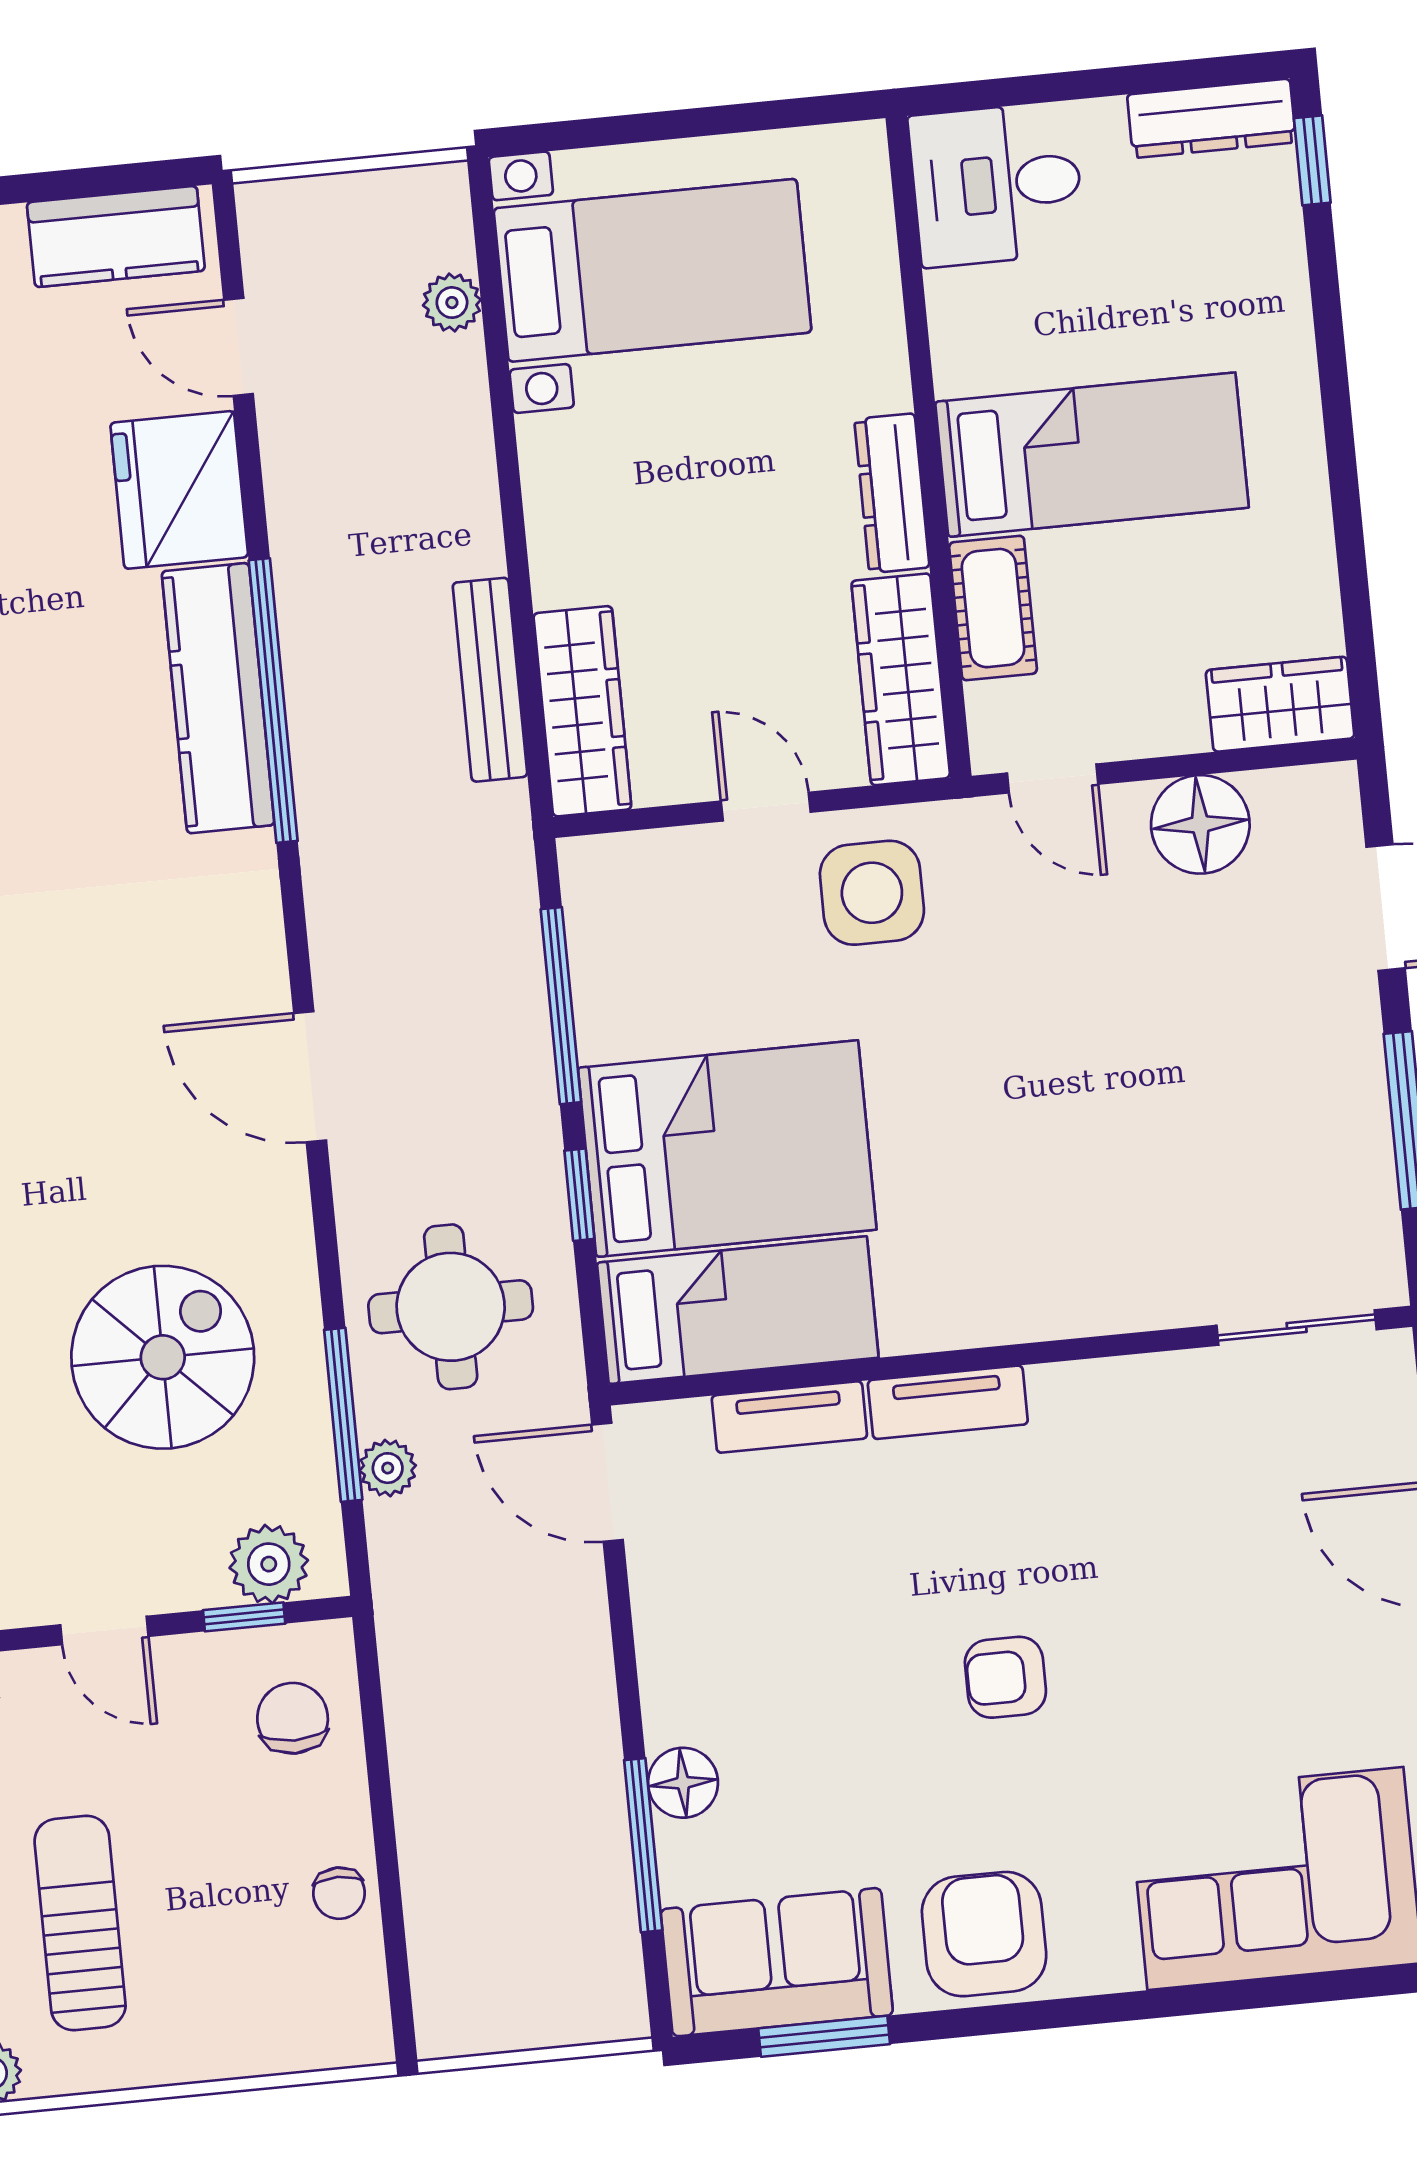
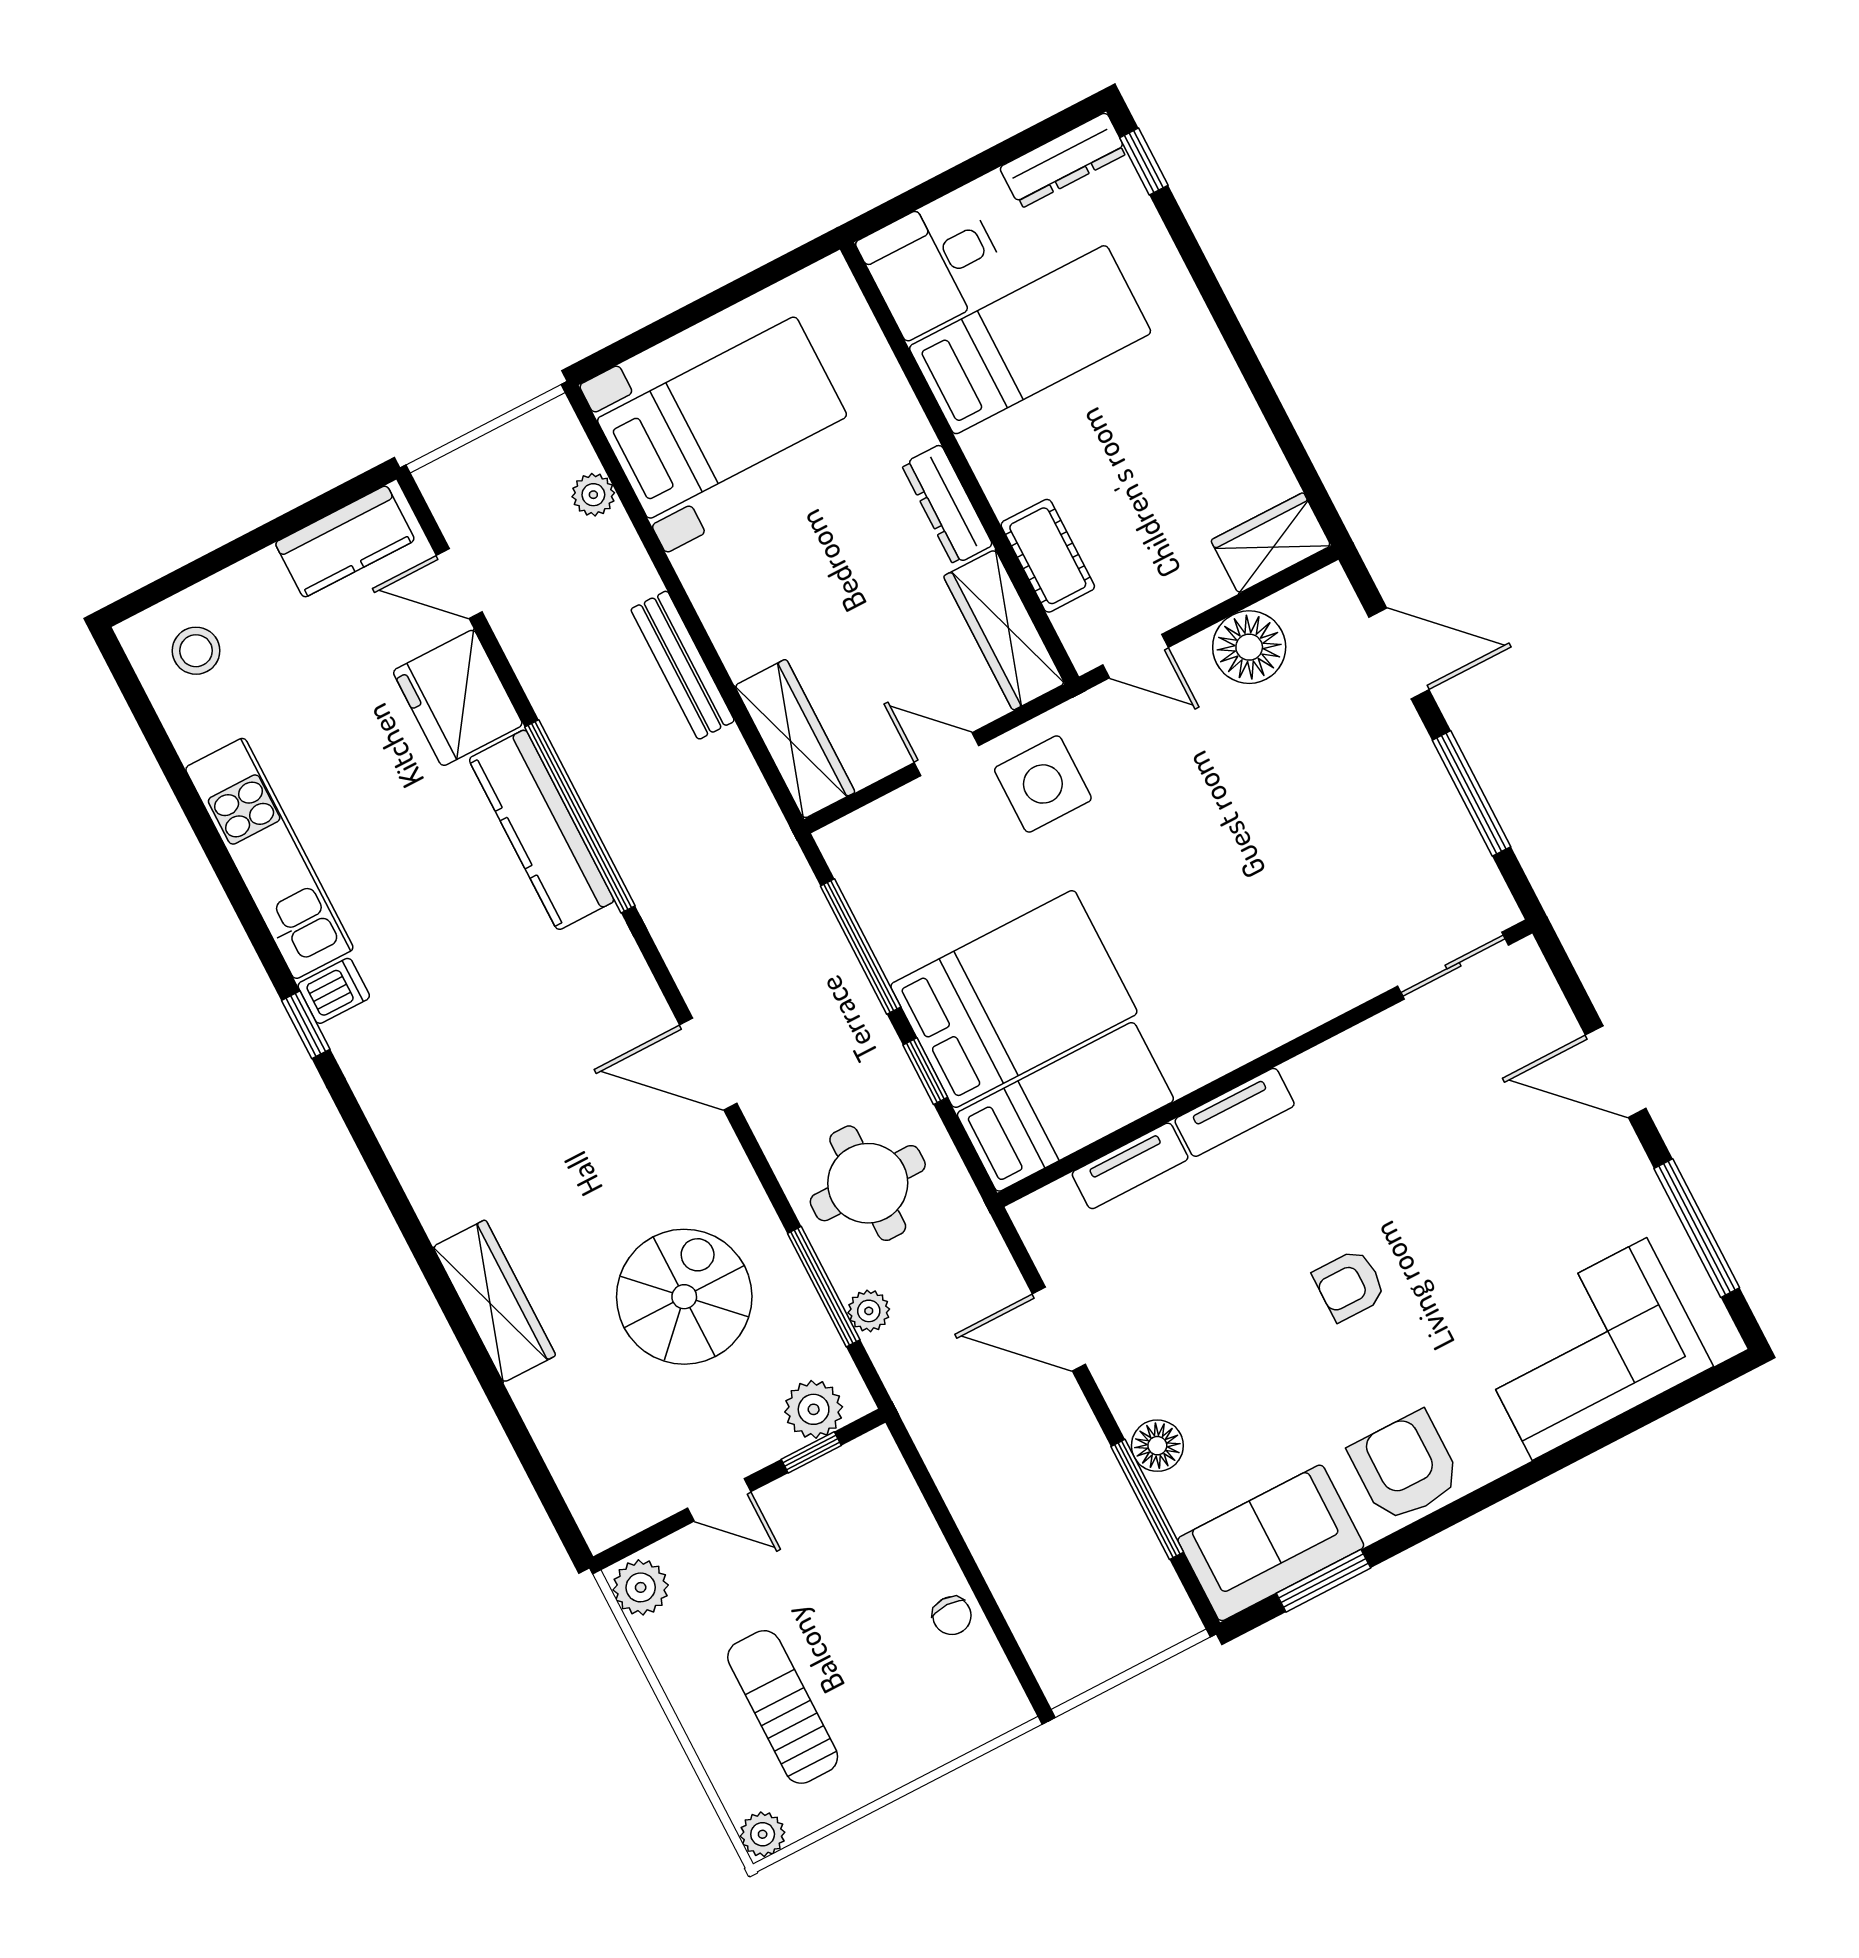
bed: (1092, 455) -> (1030, 340), moved
bench: (490, 680) -> (683, 665), moved
door: (608, 1482) -> (1059, 1329), moved
chair: (293, 1718) -> (872, 1508), removed

